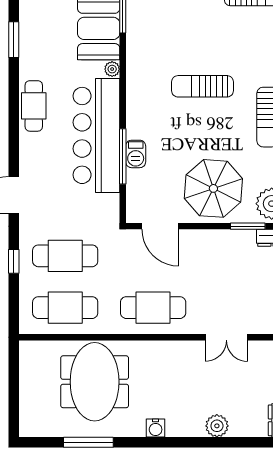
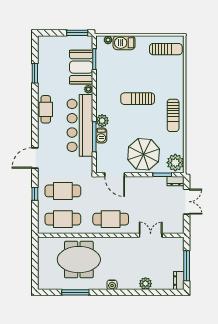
plant: (137, 127) -> (102, 121), added
double door: (226, 337) -> (151, 235), swing flipped
meeting table: (95, 382) -> (79, 260), turned 90

